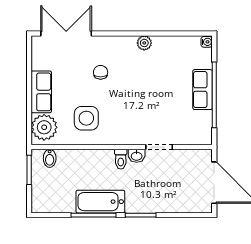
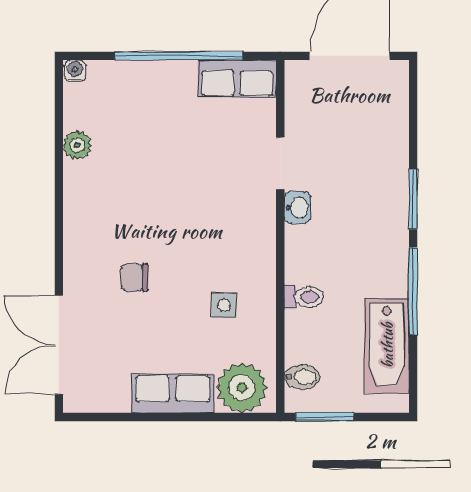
plant: (144, 43) -> (77, 145), moved
row of seats: (203, 90) -> (237, 79), moved
side table: (86, 118) -> (224, 305), width x0.54, depth x0.54
toilet: (121, 159) -> (304, 297), moved
bathtub: (100, 202) -> (387, 345), moved

